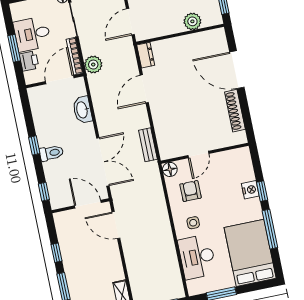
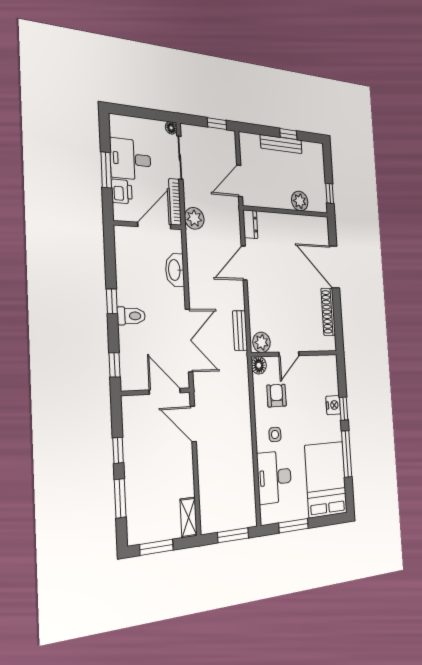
plant: (170, 150) -> (262, 342), added

